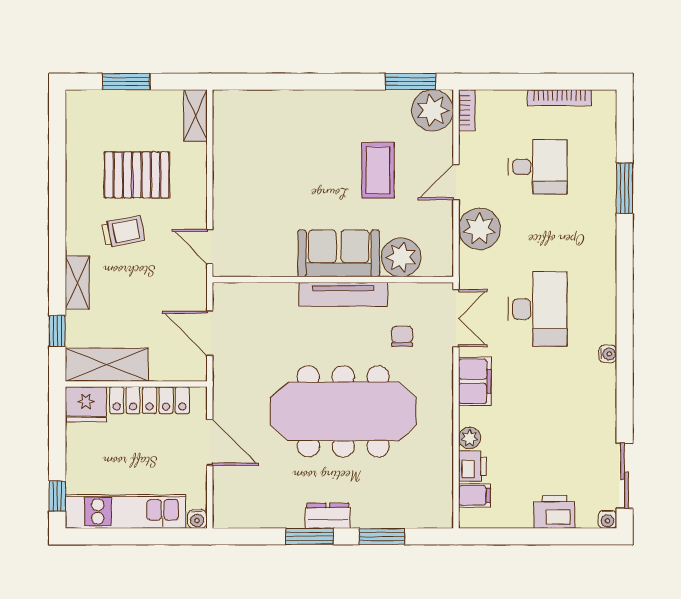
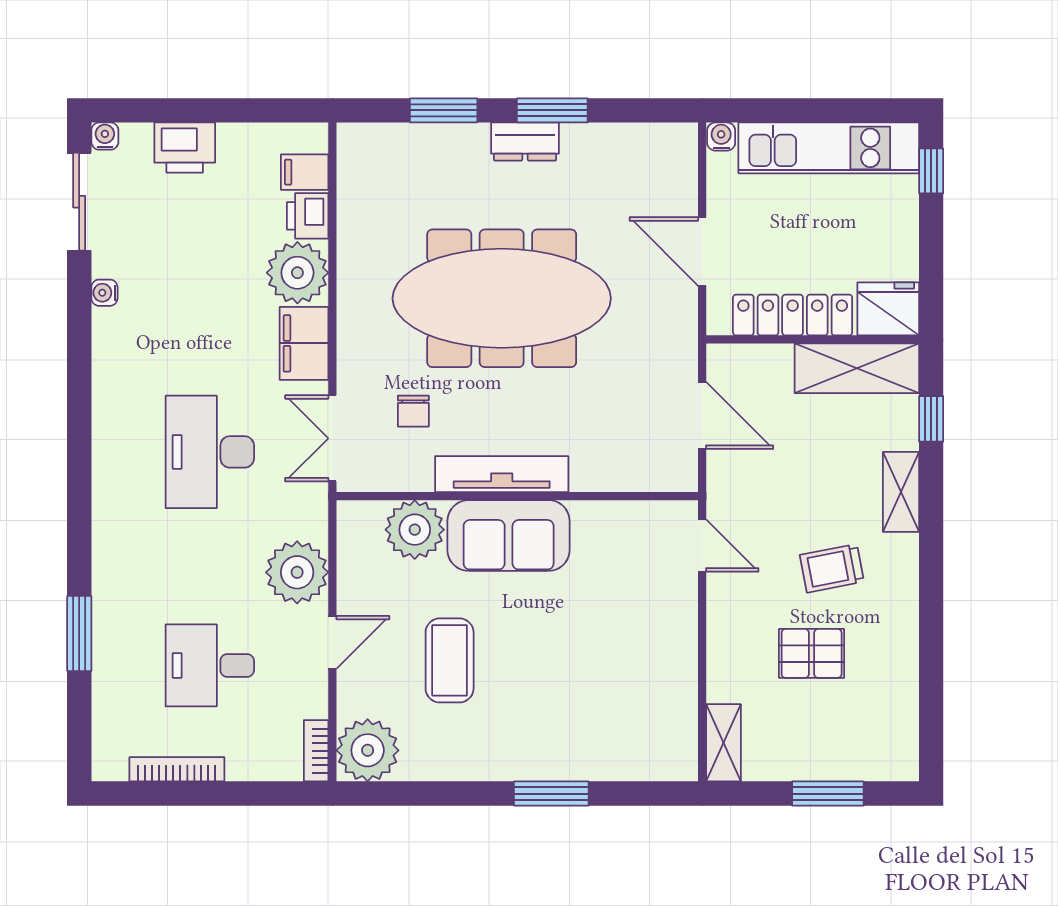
window: (410, 82) -> (551, 794), moved
pallet: (137, 175) -> (812, 653), width x0.67, depth x0.71
water cooler: (608, 354) -> (104, 293), moved
plant: (470, 438) -> (297, 273), width x1.87, depth x1.87

